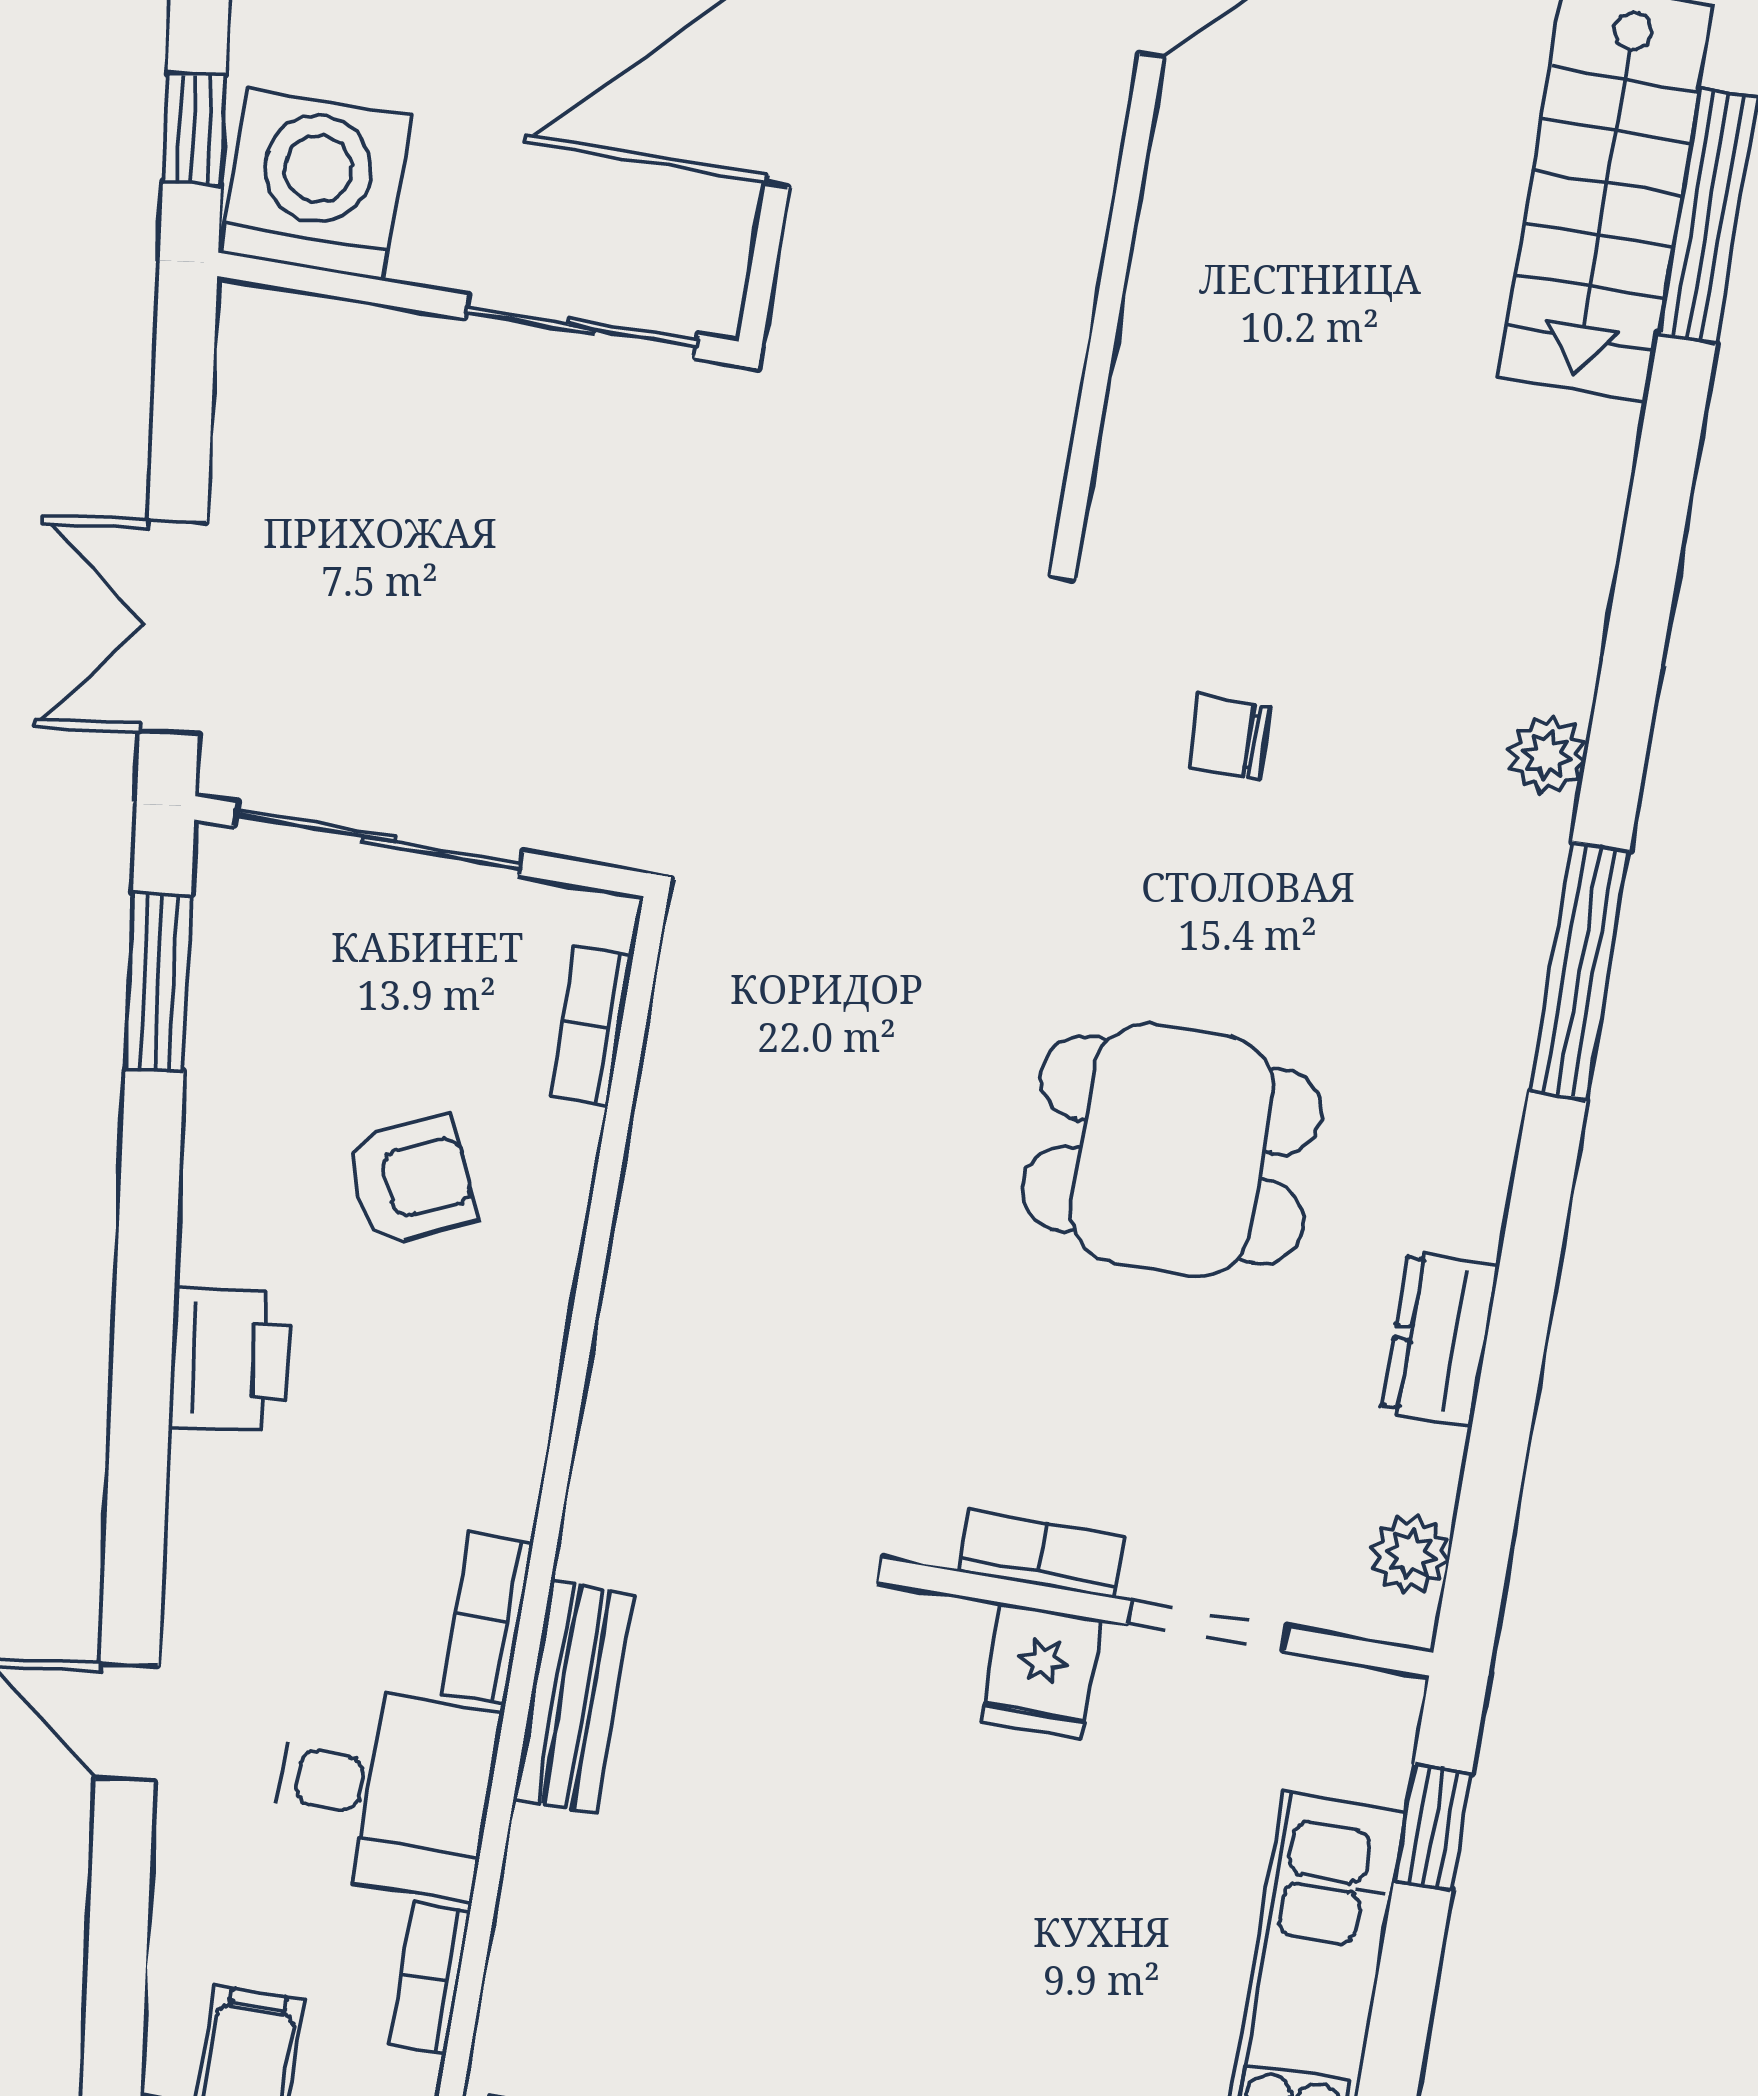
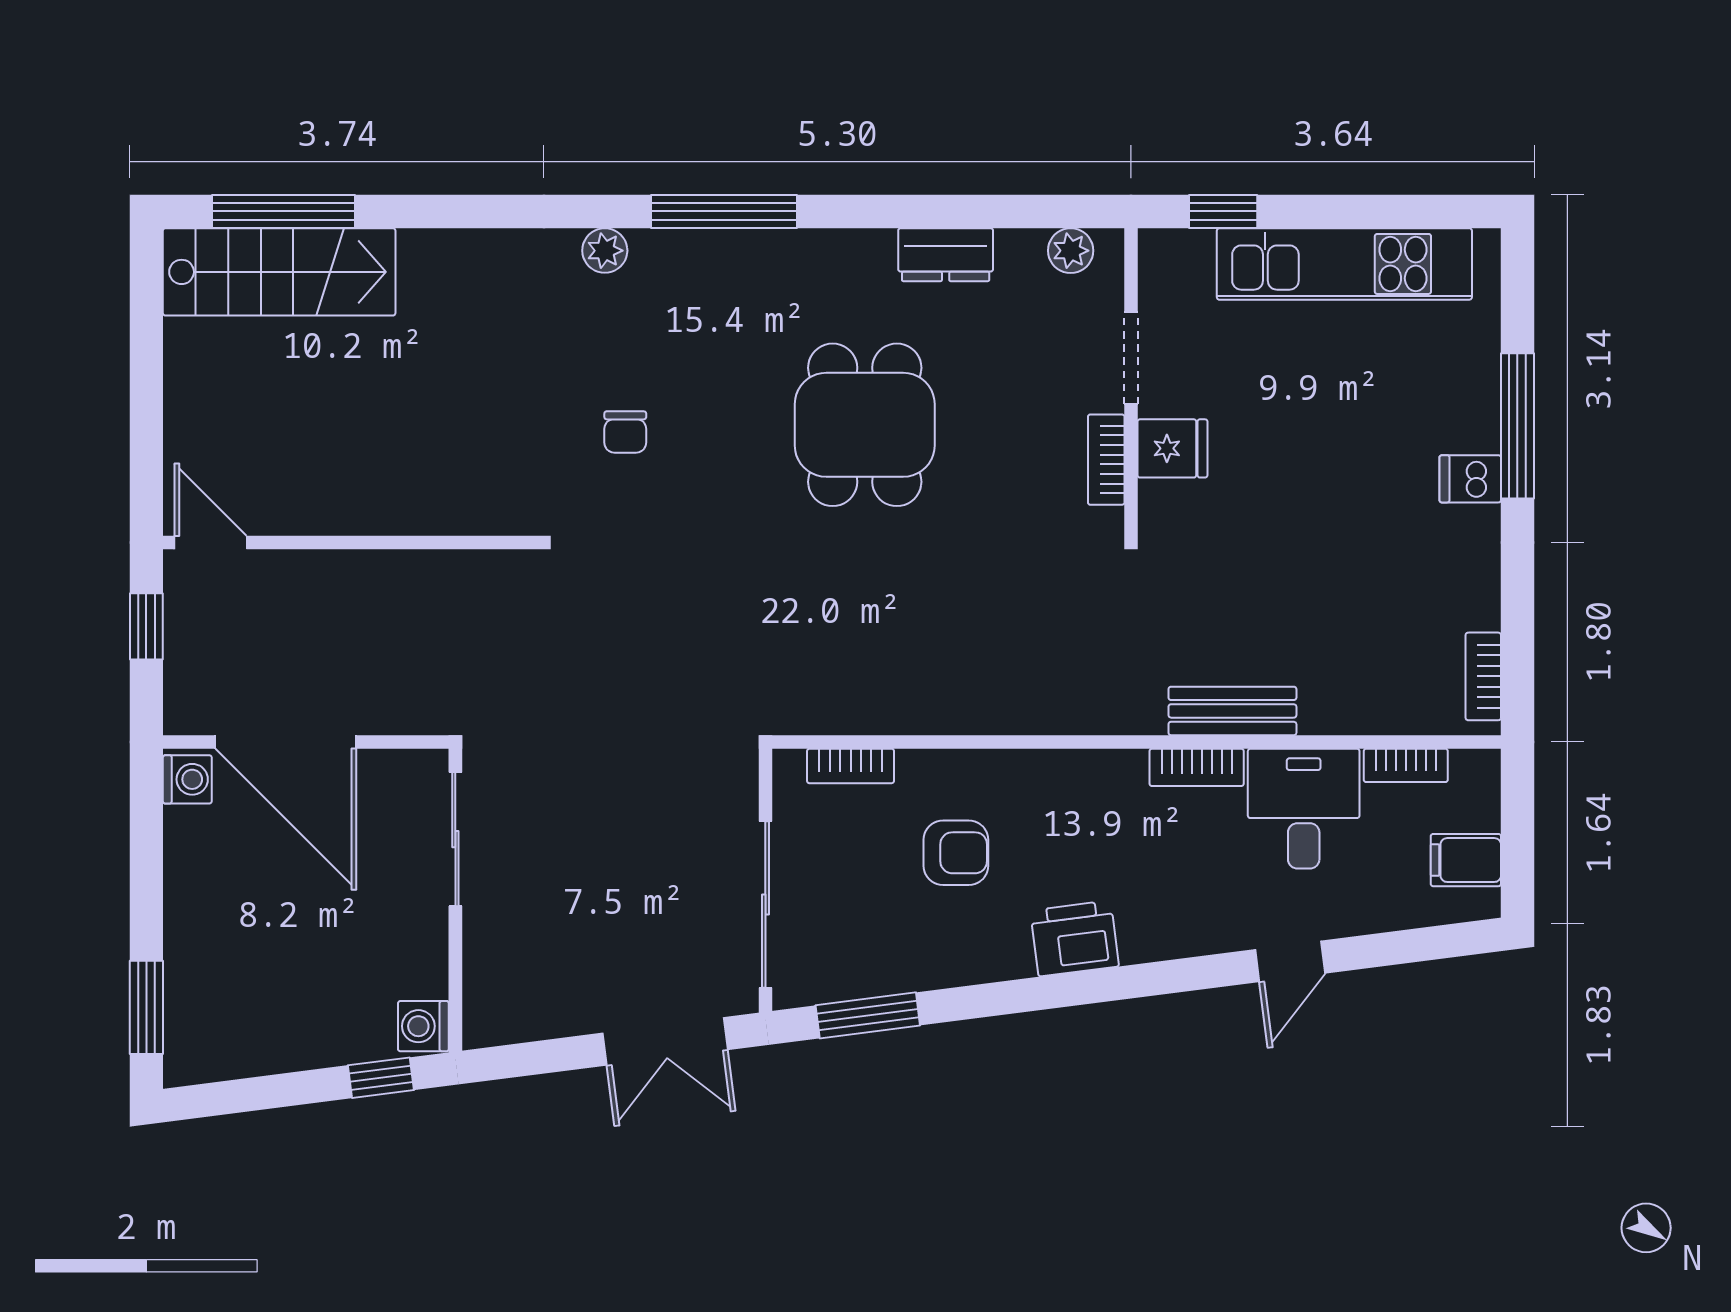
washing machine: (315, 185) -> (423, 1026), width x0.53, depth x0.53
armchair: (411, 1181) -> (956, 853), turned 114

